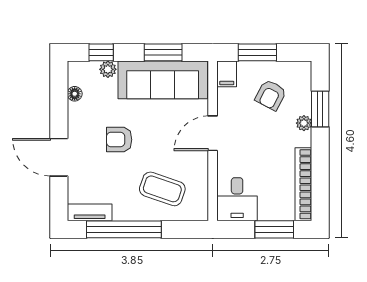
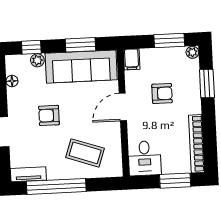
window: (257, 52) -> (169, 40), moved
armchair: (271, 95) -> (162, 93), moved, turned -118
plant: (304, 123) -> (192, 52), moved

